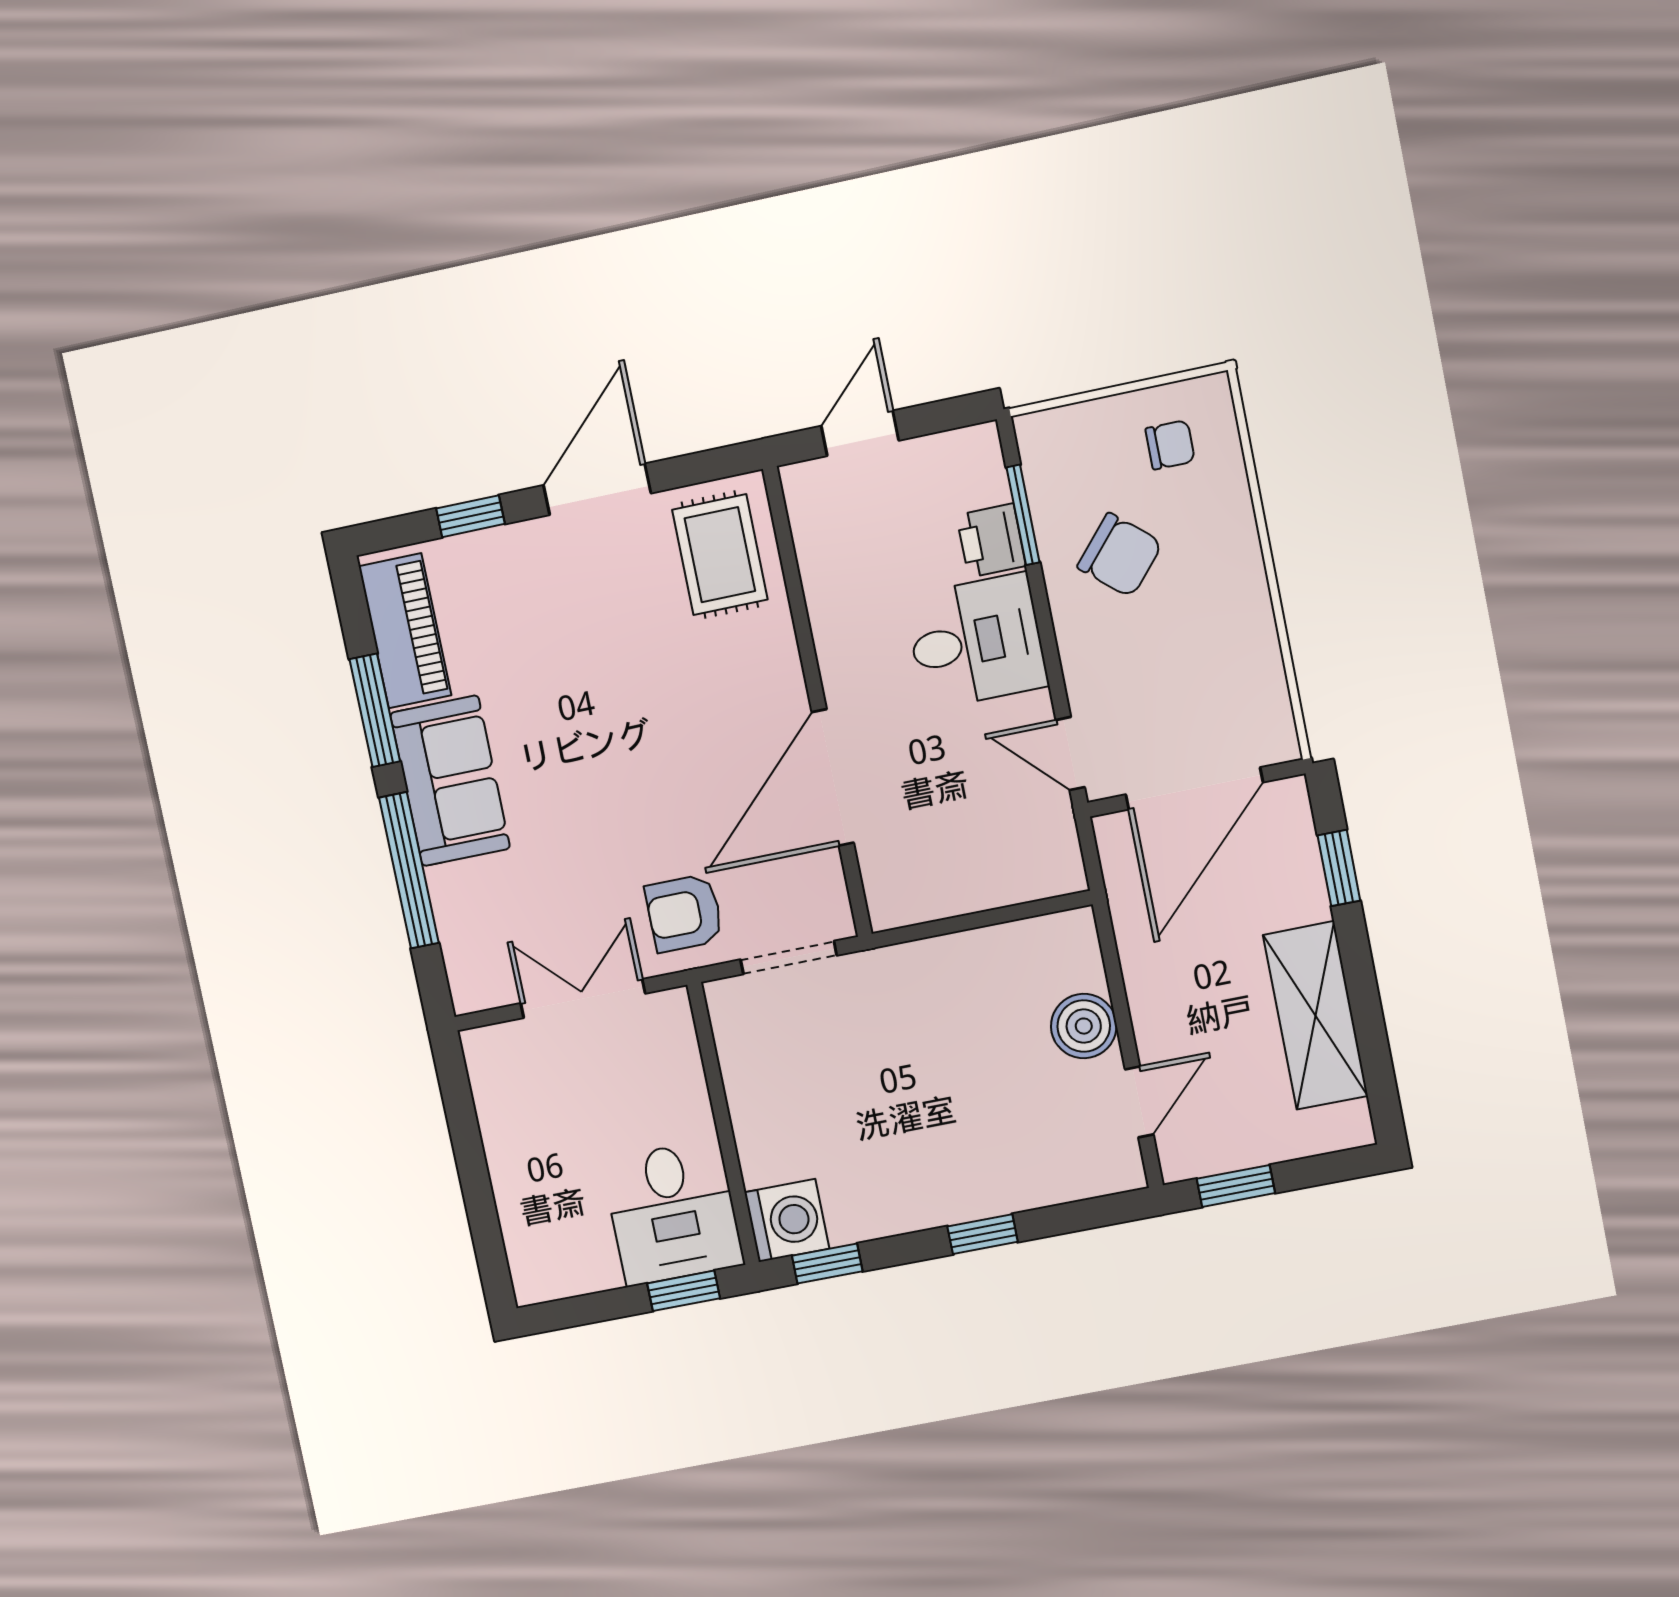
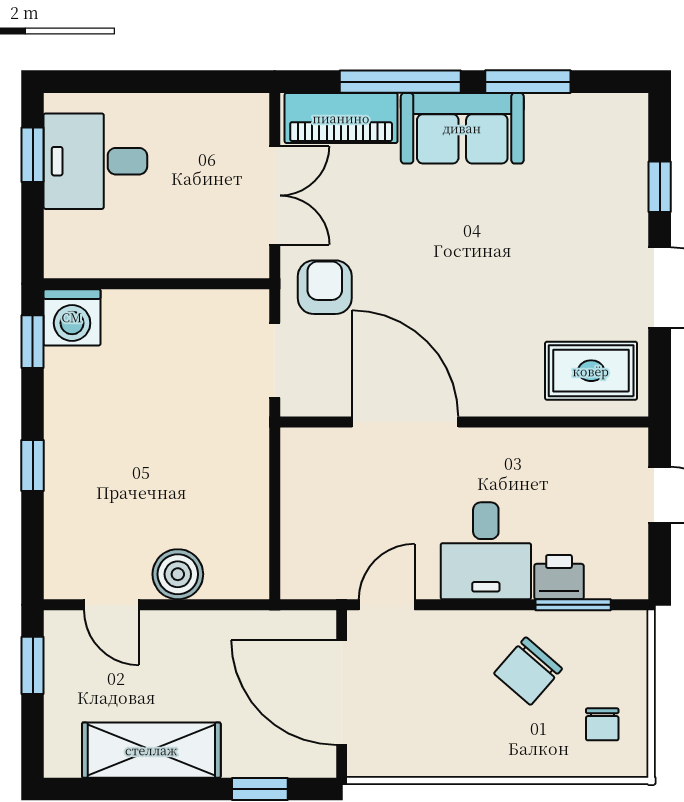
piano: (405, 631) -> (341, 118), moved
desk: (673, 1212) -> (95, 161), moved
window: (684, 1291) -> (33, 155), moved

